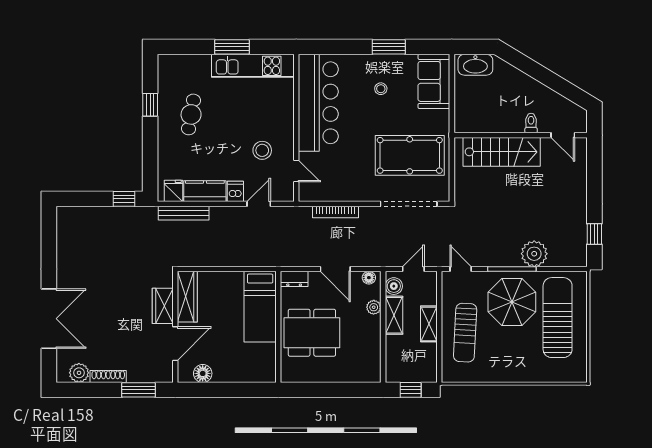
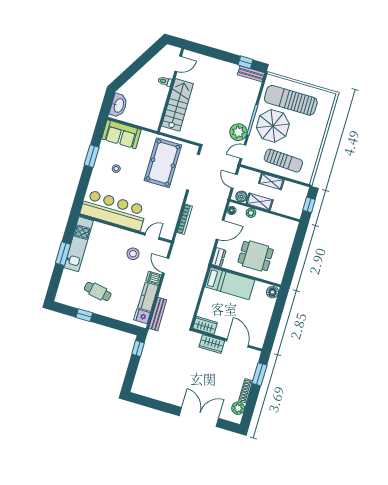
bench: (580, 247) -> (251, 74), added
plant: (534, 254) -> (238, 132), moved
wardrobe: (187, 297) -> (205, 325), width x0.67
dining table: (312, 333) -> (256, 256), width x0.73
floor lamp: (203, 373) -> (272, 292), moved

